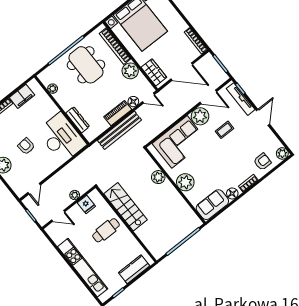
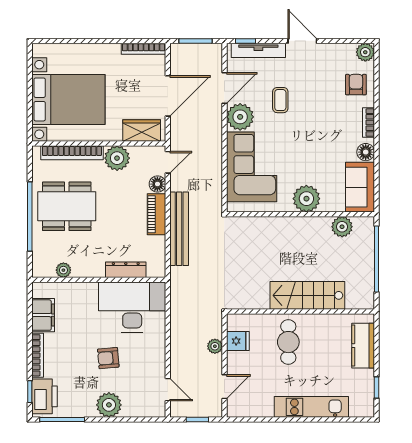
plant: (158, 177) -> (342, 227), moved
stairs: (126, 207) -> (307, 295), moved
kitchen unit: (83, 268) -> (311, 407), width x0.73

